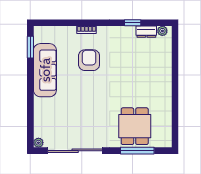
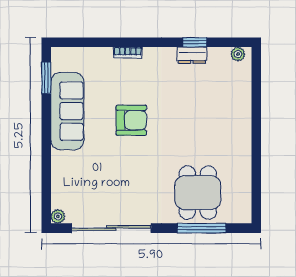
dresser: (146, 32) -> (192, 55), moved
armchair: (89, 60) -> (131, 120), moved, turned 90

